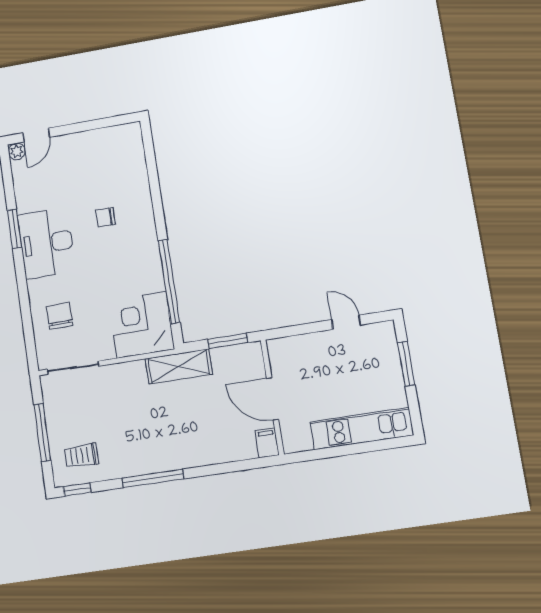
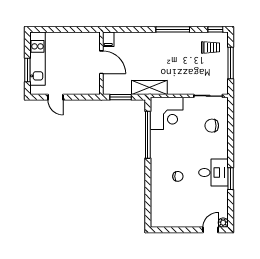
desk: (46, 243) -> (213, 173), width x0.73
chair: (59, 316) -> (212, 126), turned 91
kitchen unit: (362, 429) -> (37, 59), moved, turned -90

